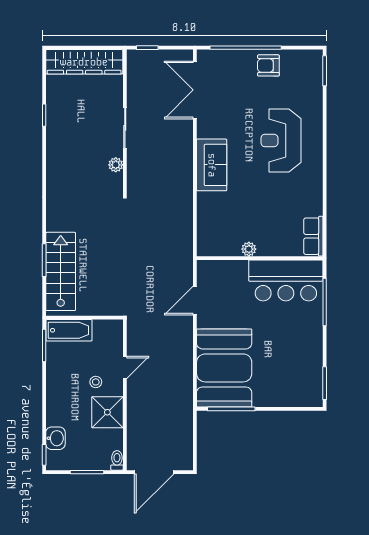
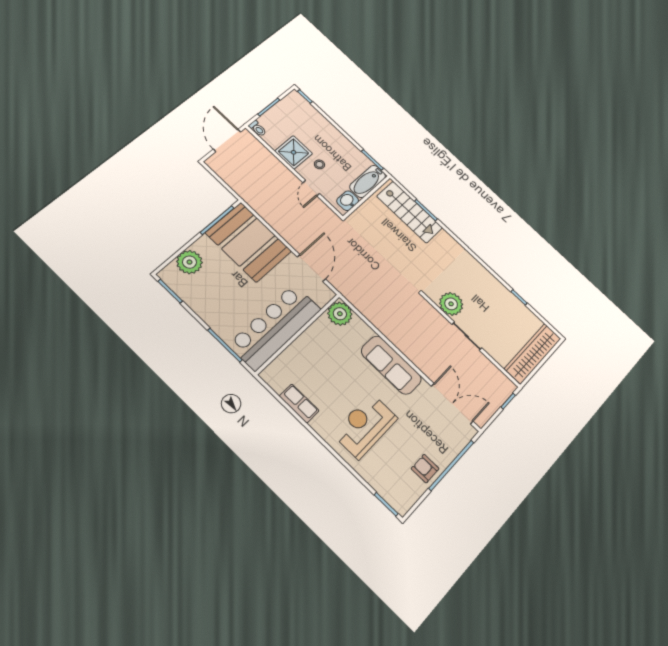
armchair: (268, 65) -> (425, 469), turned -90
reception desk: (281, 140) -> (365, 426), turned -90
plant: (116, 165) -> (451, 304), width x1.87, depth x1.87
sofa: (212, 165) -> (391, 365), width x1.36
row of seats: (313, 236) -> (299, 403), moved
plant: (249, 249) -> (340, 314), moved, width x1.88, depth x1.88
bar counter: (286, 280) -> (275, 327), width x1.36
door: (195, 301) -> (311, 268), width x1.36
plant: (287, 393) -> (189, 262), added
washbasin: (55, 438) -> (348, 201), moved, turned 90

